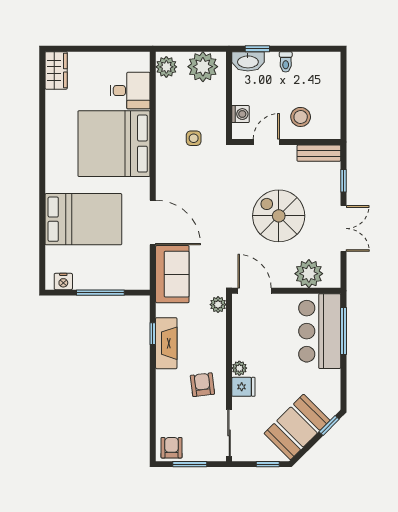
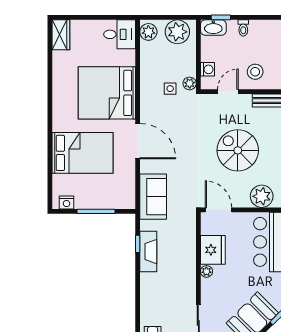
desk: (130, 91) -> (120, 34), moved
door: (153, 223) -> (138, 141), moved
plant: (218, 305) -> (190, 83), moved
armchair: (202, 385) -> (177, 285), removed
fridge: (243, 387) -> (213, 250), moved, width x1.88, depth x1.34

